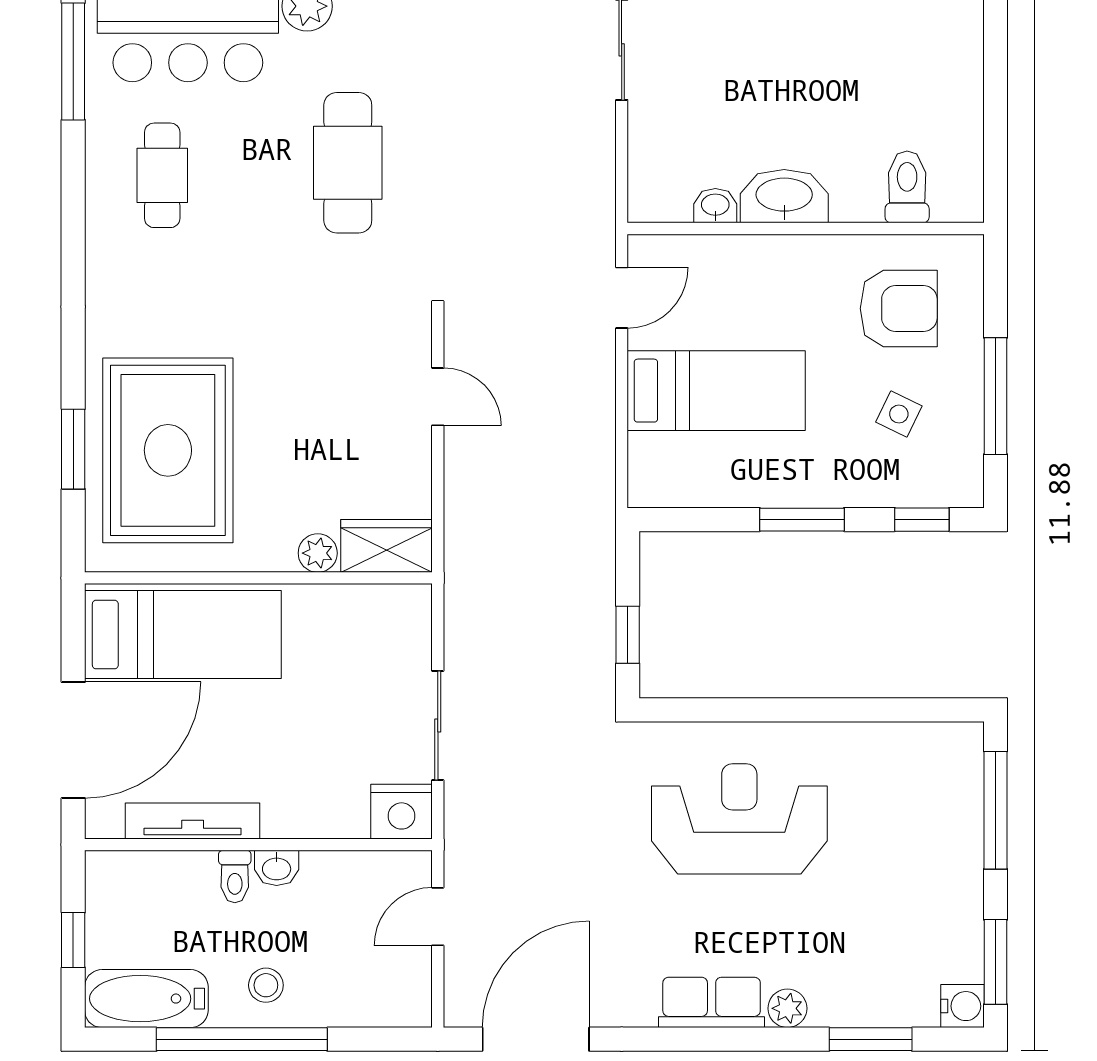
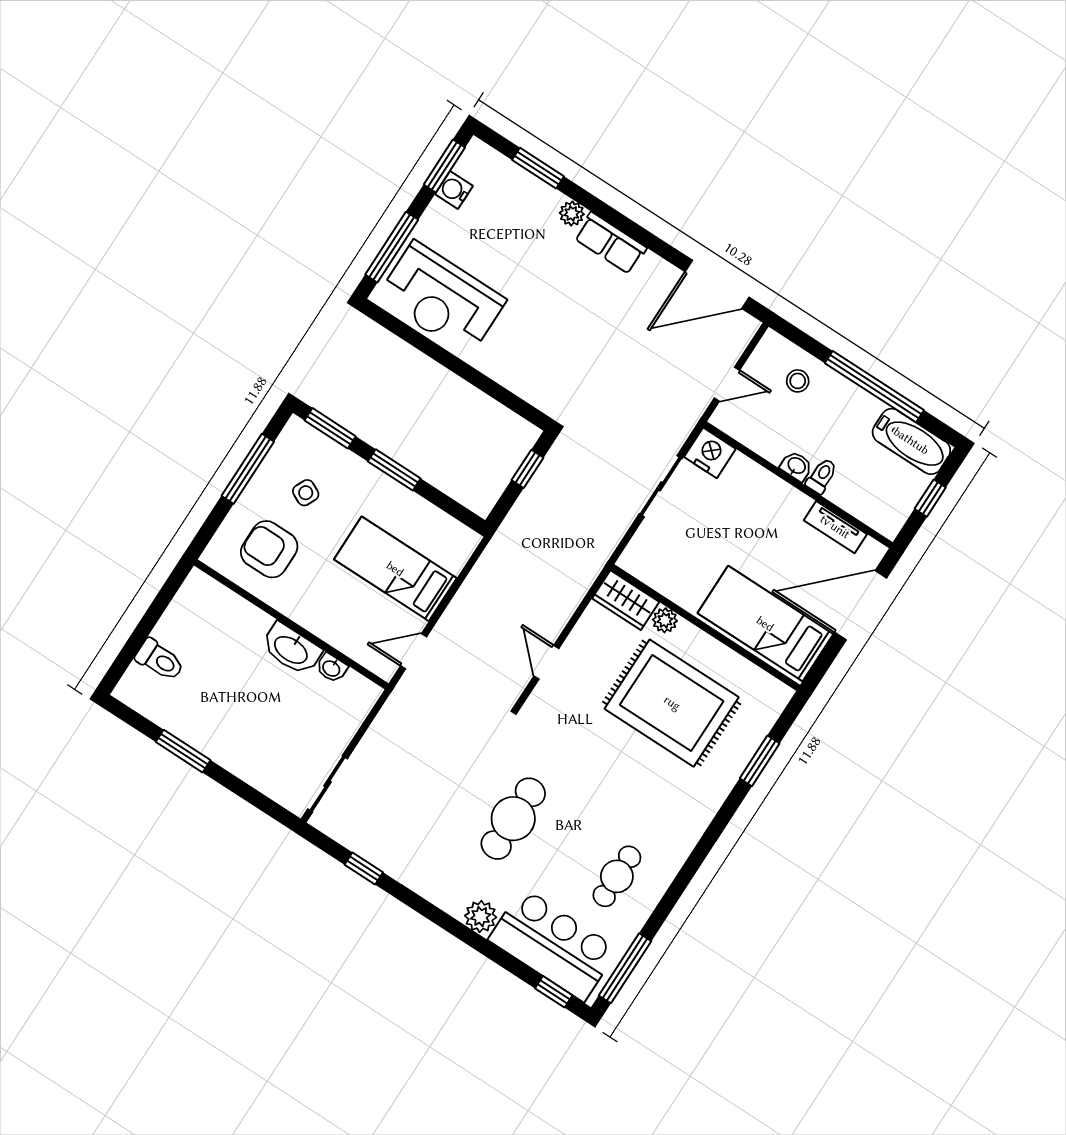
toilet: (907, 187) -> (160, 660), moved, turned -90
rug: (168, 450) -> (672, 703), moved, turned 90
window: (922, 520) -> (330, 428), width x1.50
reception desk: (739, 819) -> (442, 299), moved
tv unit: (193, 821) -> (835, 527), width x0.71
stool: (266, 985) -> (798, 381), moved
water cooler: (962, 1006) -> (454, 190), moved

